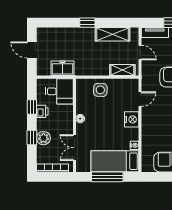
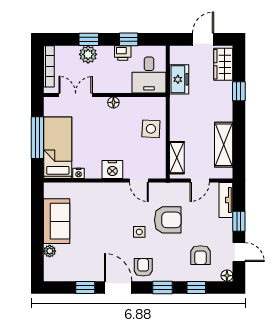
window: (87, 23) -> (239, 91), moved
wardrobe: (51, 35) -> (223, 64), added

